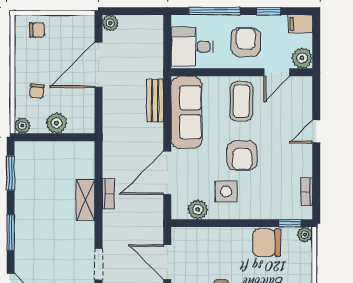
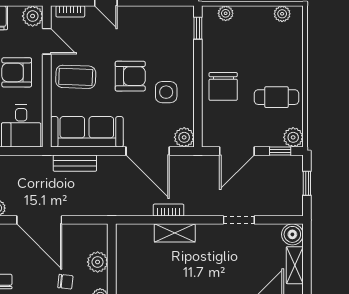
bookcase: (307, 192) -> (70, 11), moved
plant: (198, 209) -> (184, 137), moved
plant: (305, 235) -> (226, 13), moved
chair: (267, 243) -> (223, 86), moved

